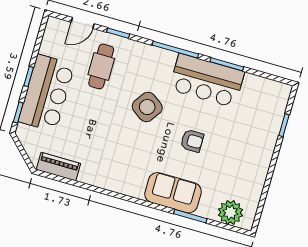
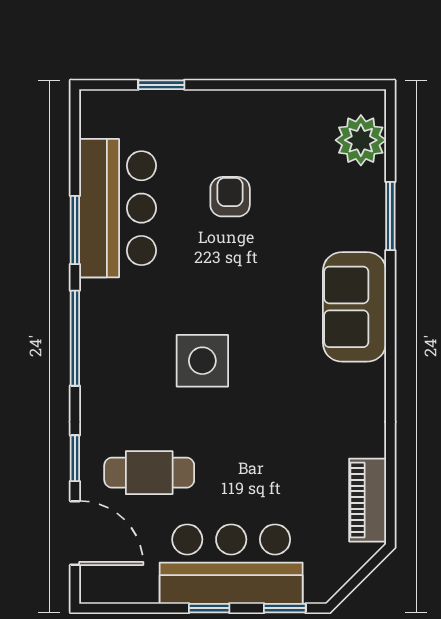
door: (83, 23) -> (75, 533), width x1.38
bar counter: (207, 81) -> (118, 208), moved
side table: (147, 107) -> (202, 361), turned -35
armchair: (192, 141) -> (230, 197), moved
sofa: (173, 193) -> (354, 307), moved

